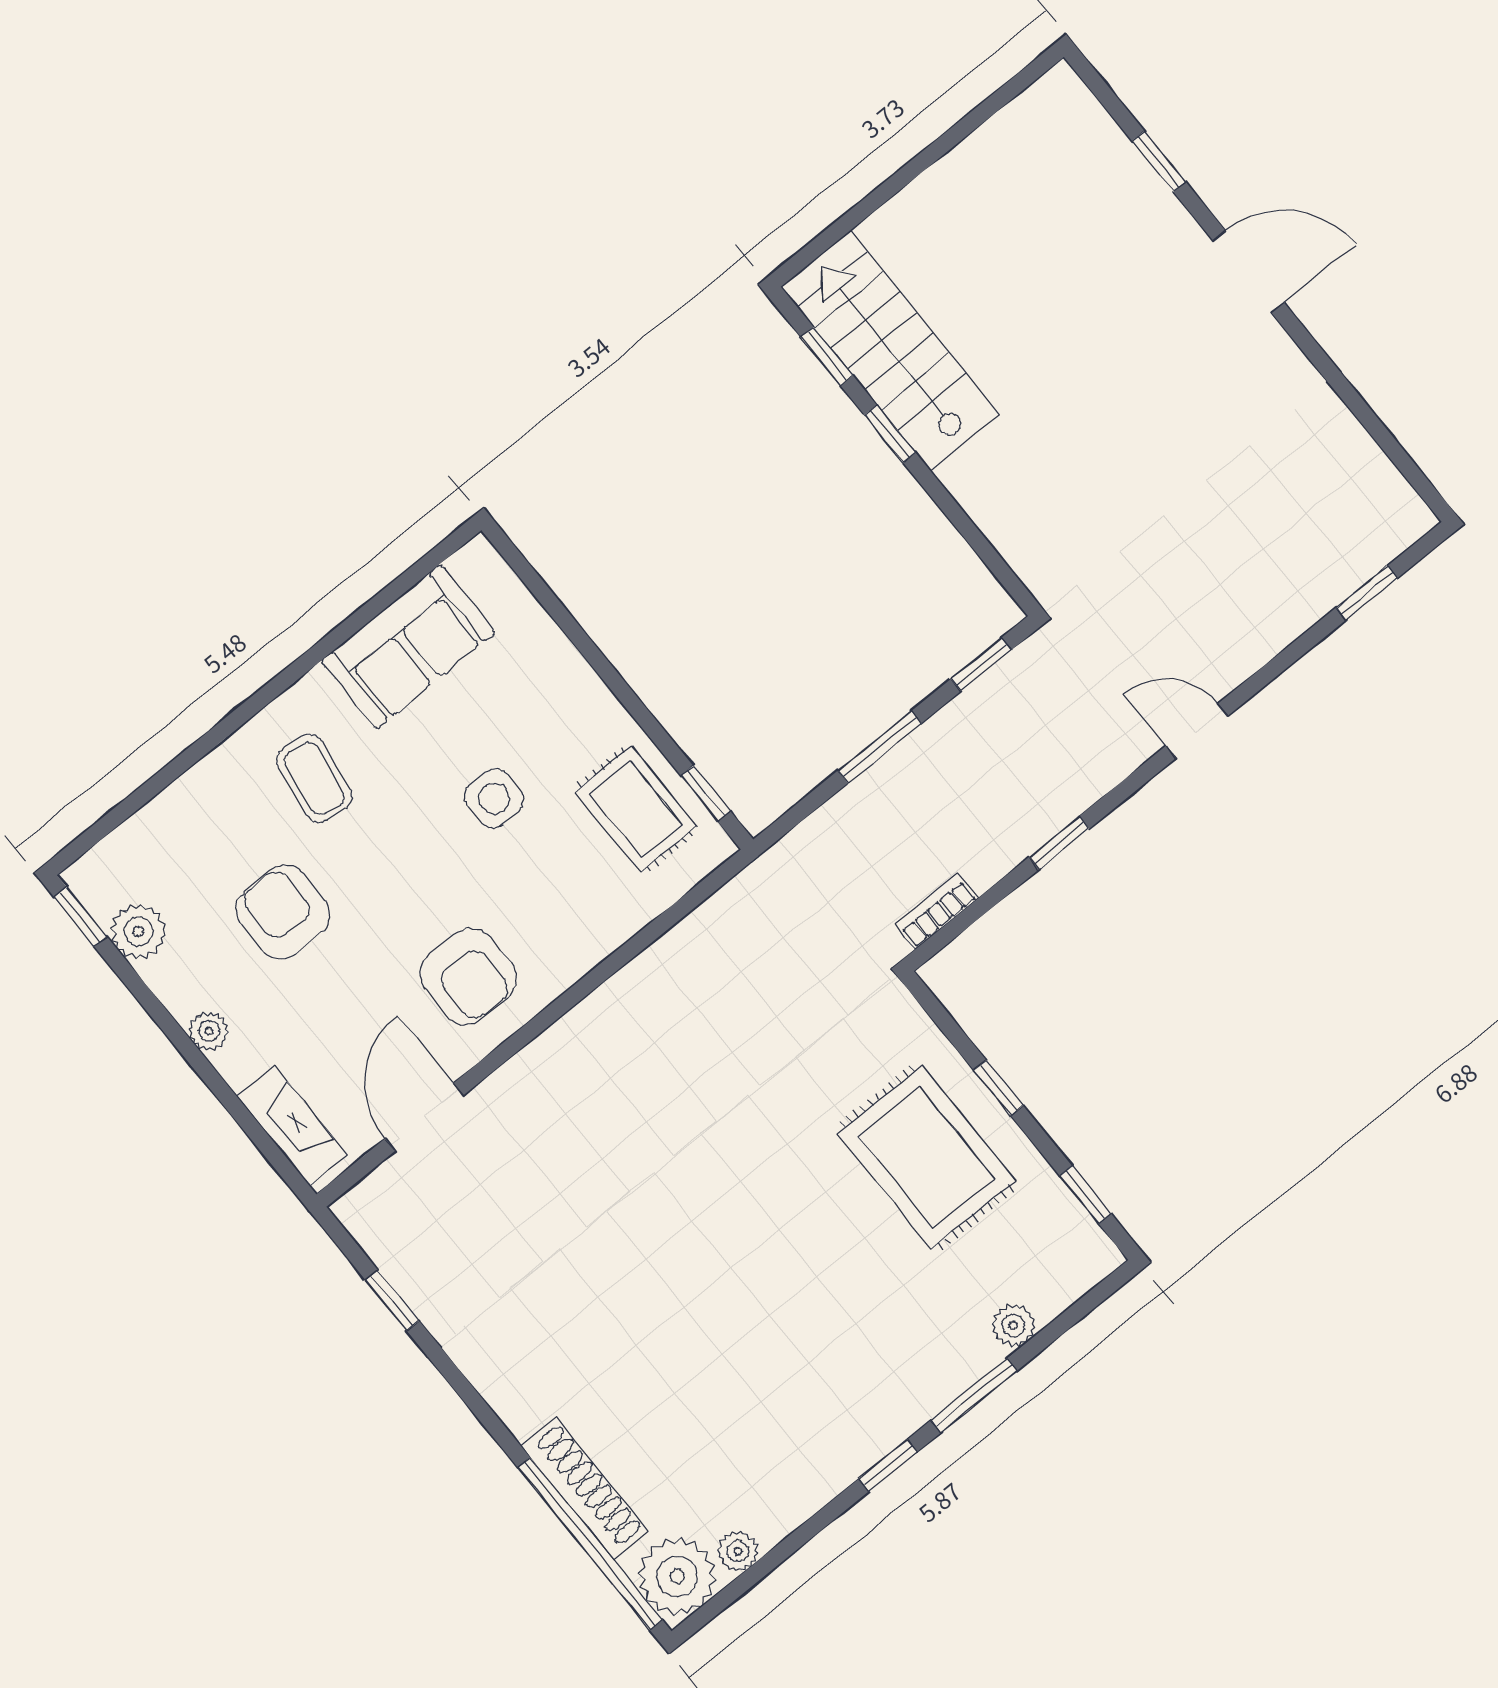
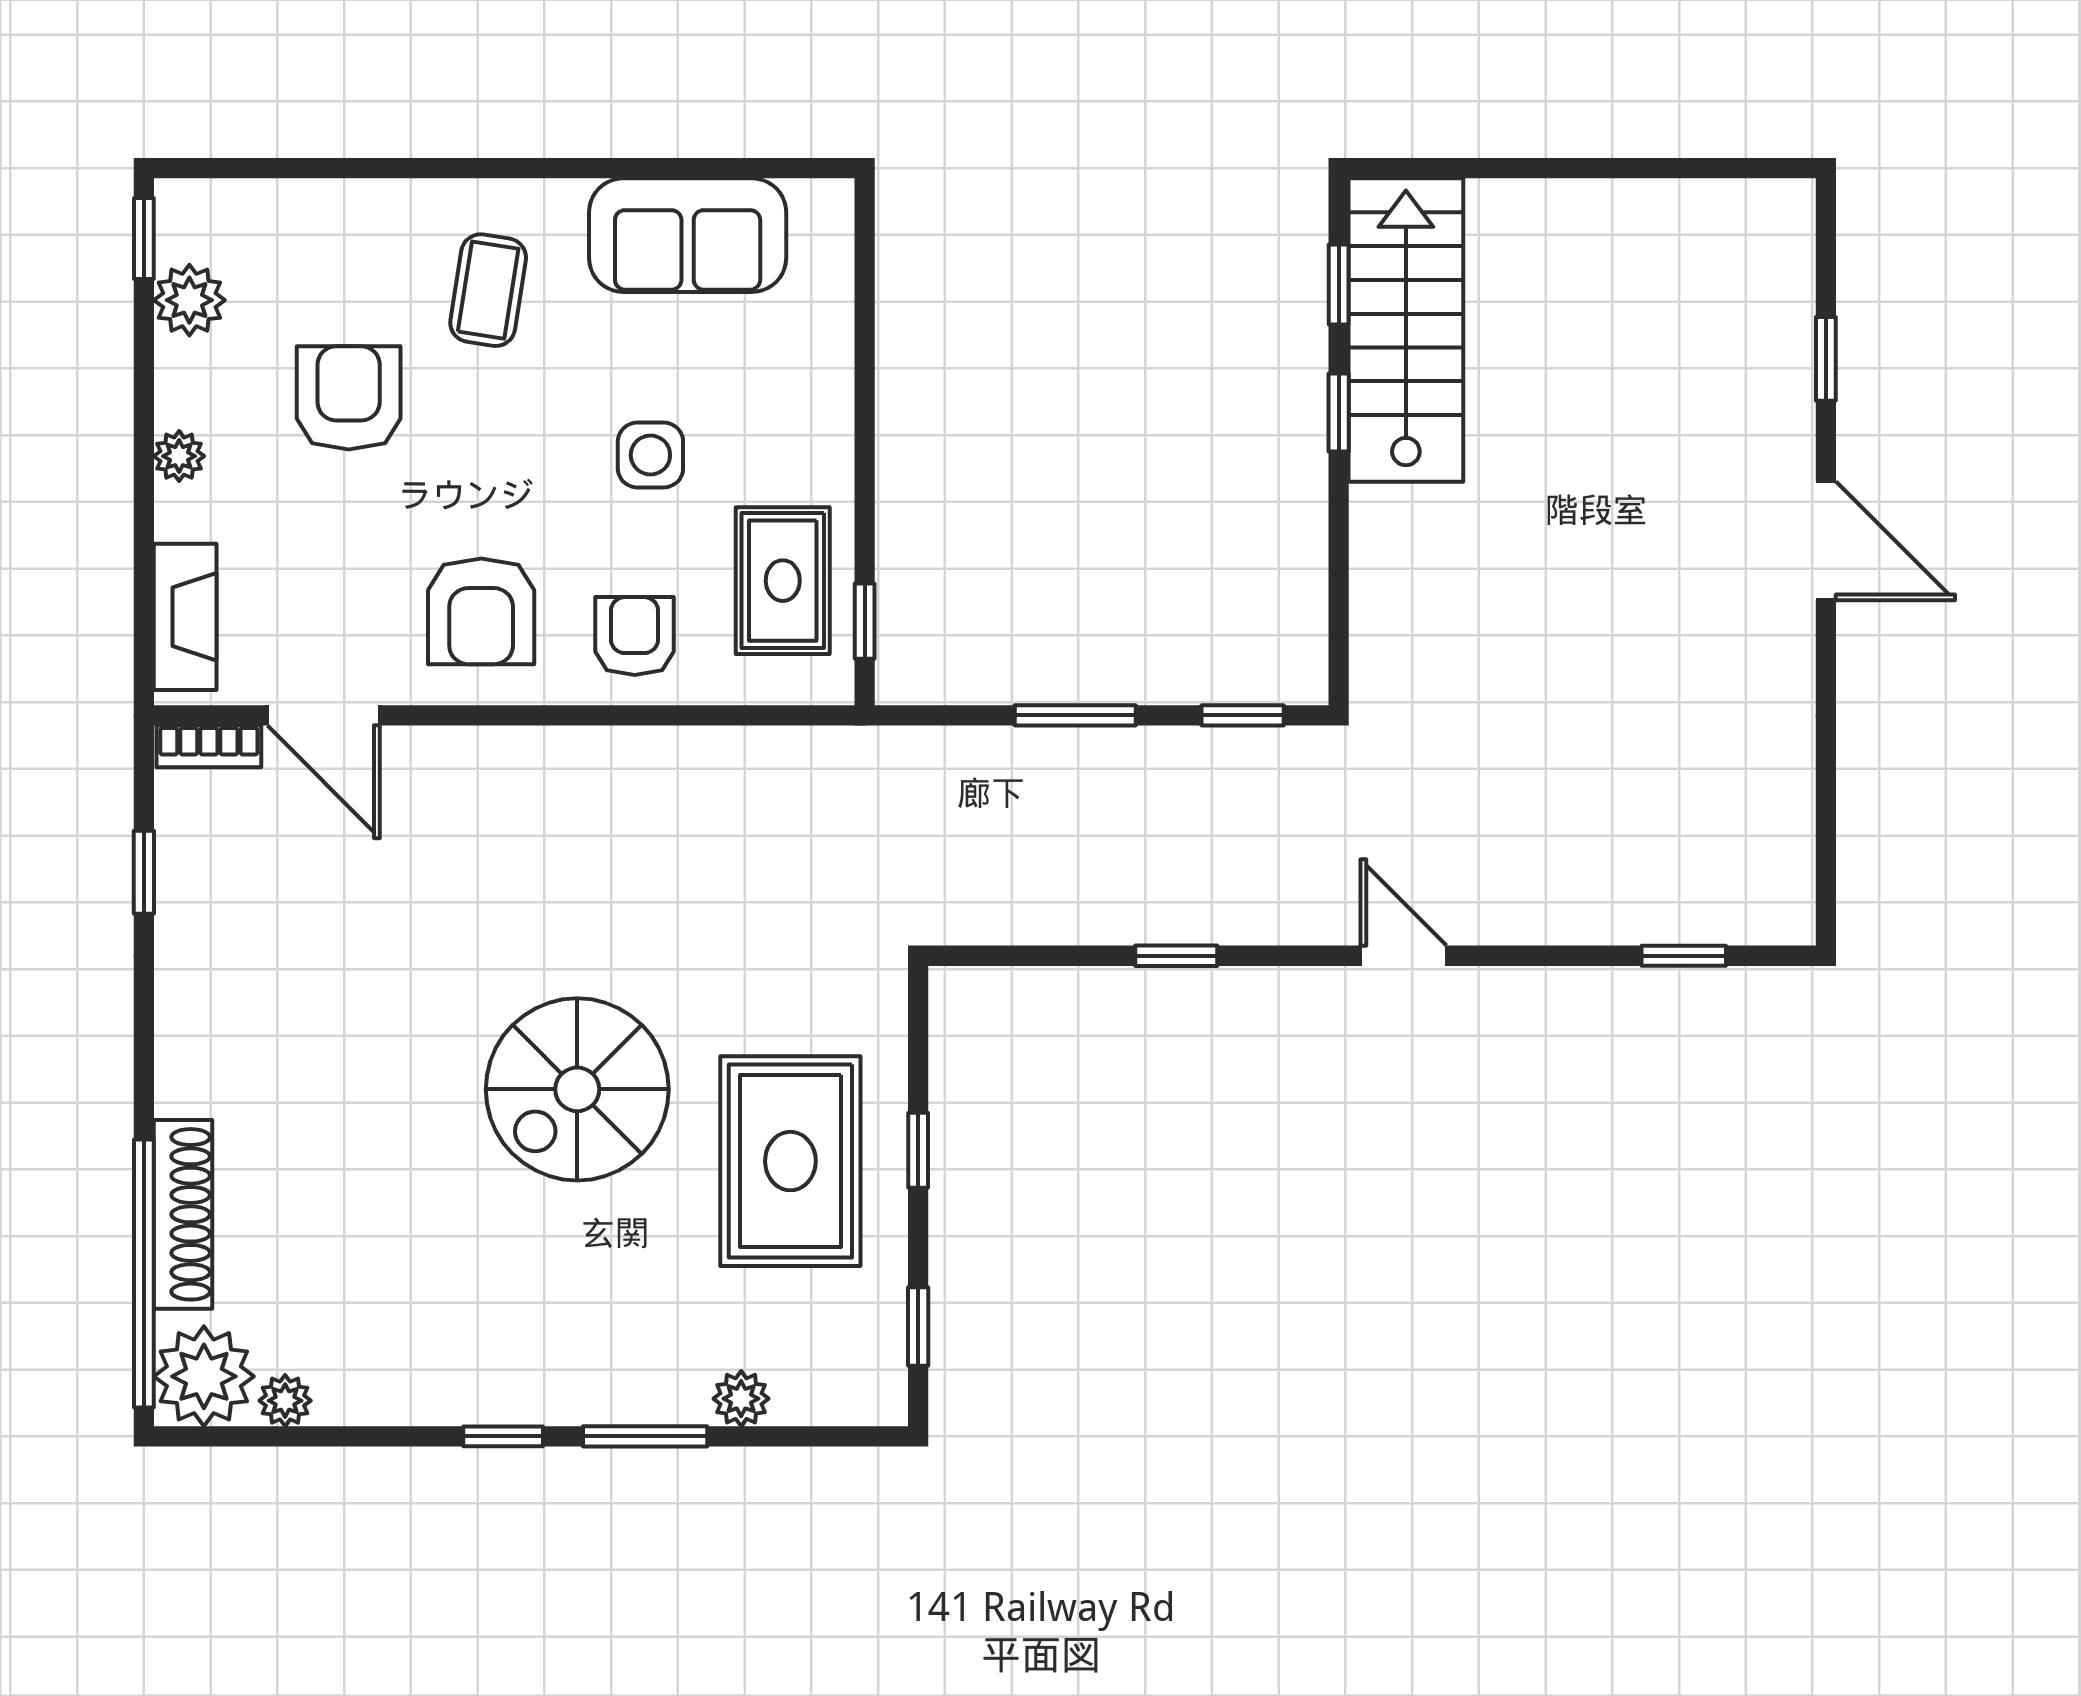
bookcase: (937, 911) -> (209, 746), moved, turned 180
armchair: (573, 916) -> (635, 636), added
door: (424, 1117) -> (324, 715), swing flipped
spiral stairs: (762, 1219) -> (577, 1089), added

